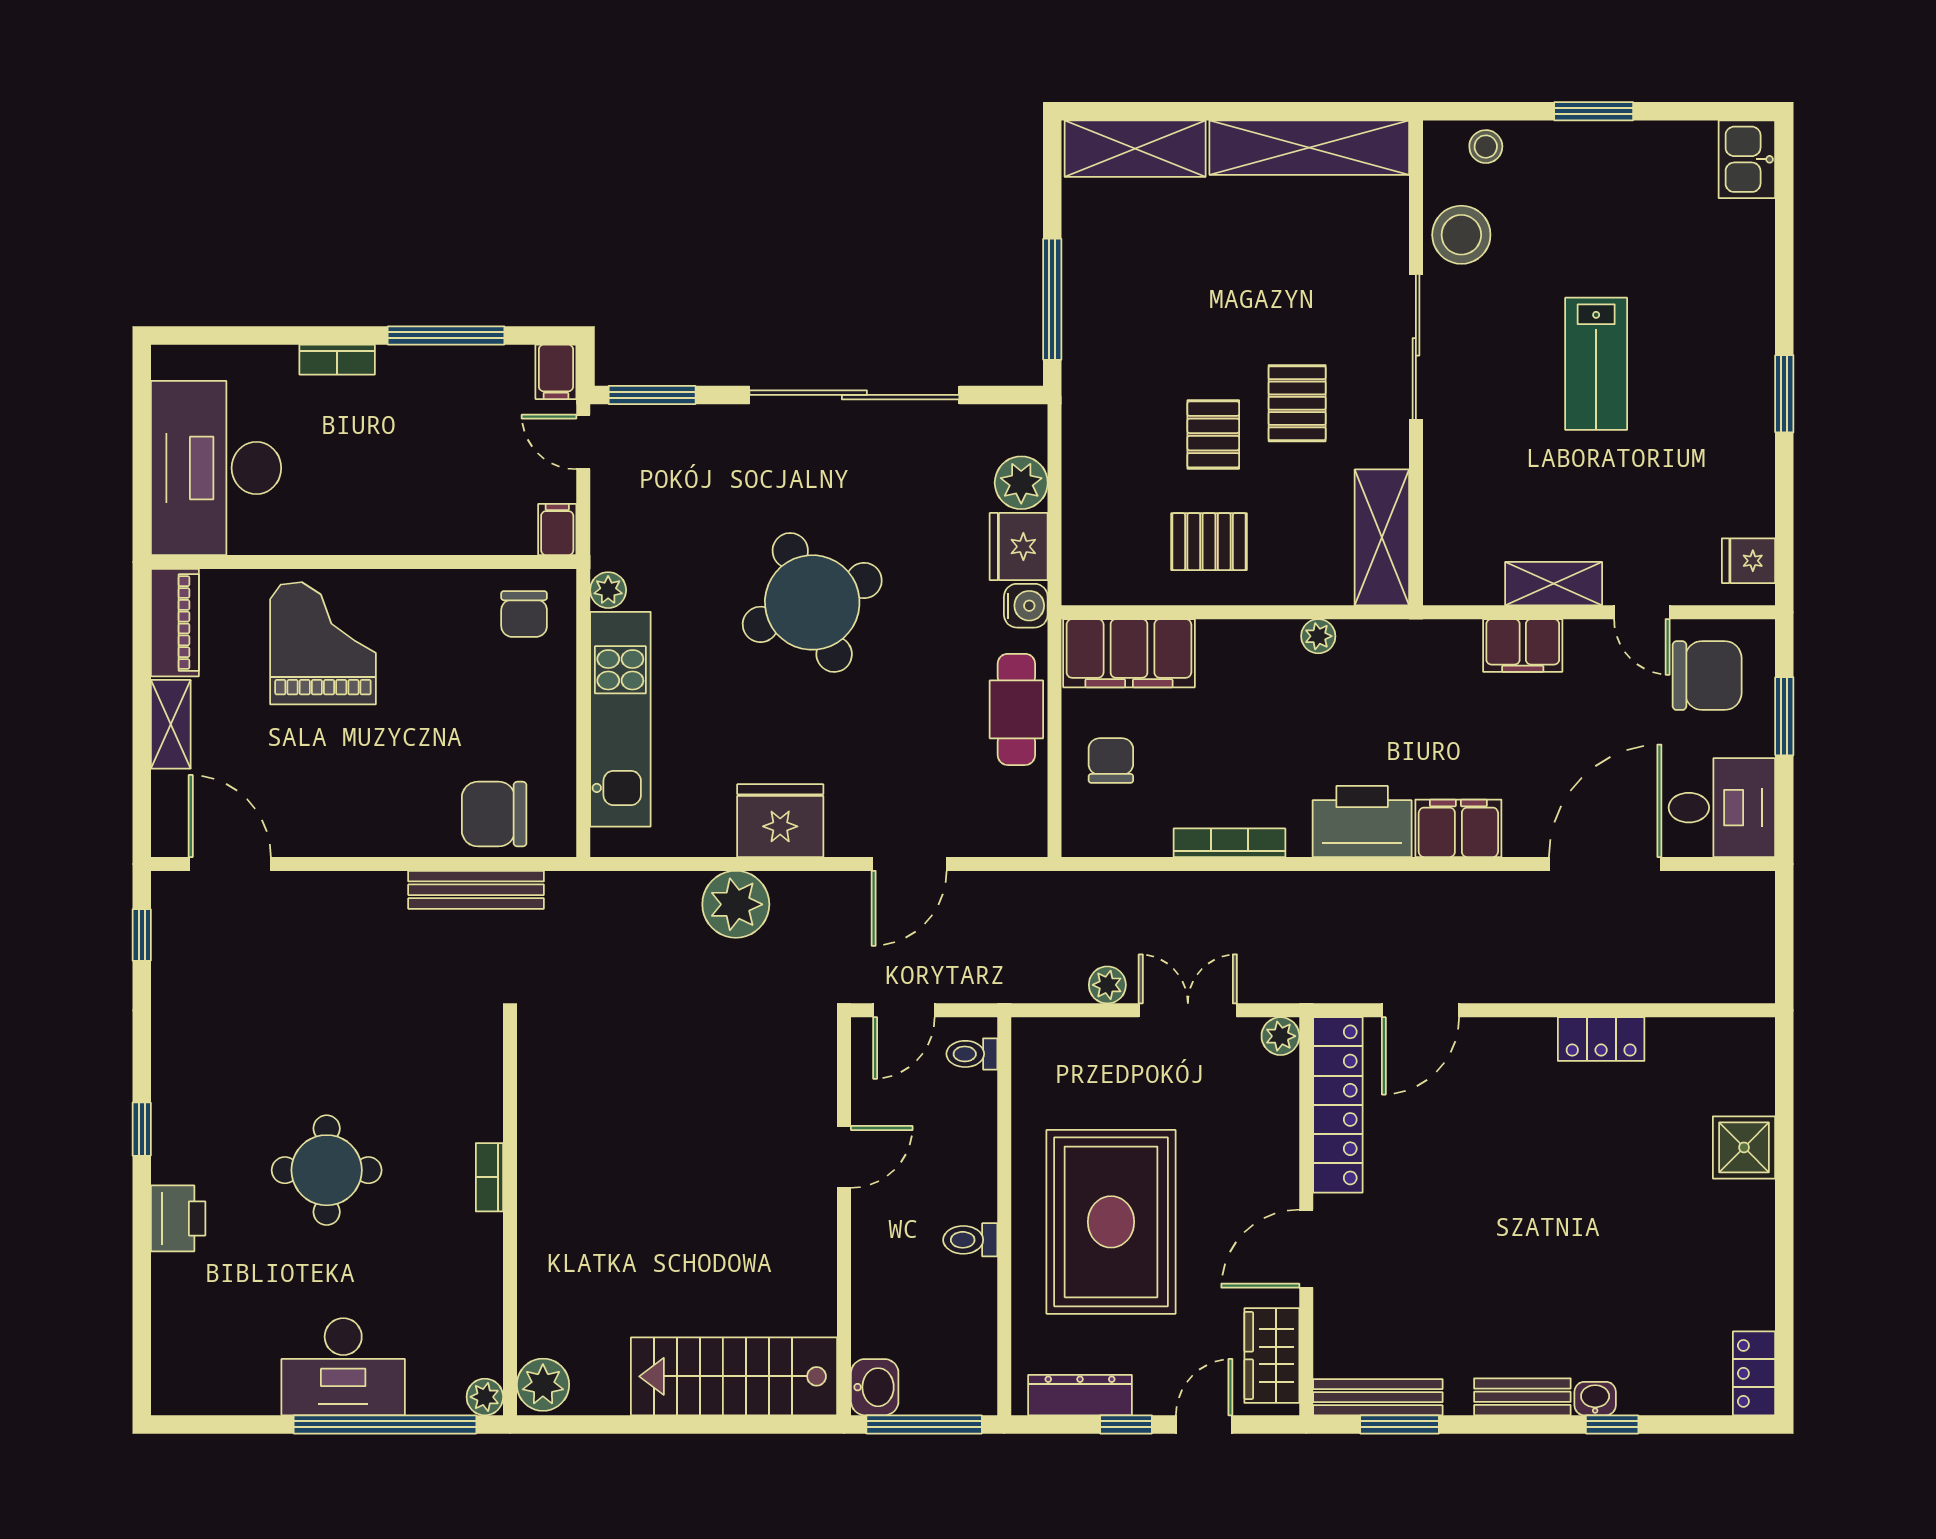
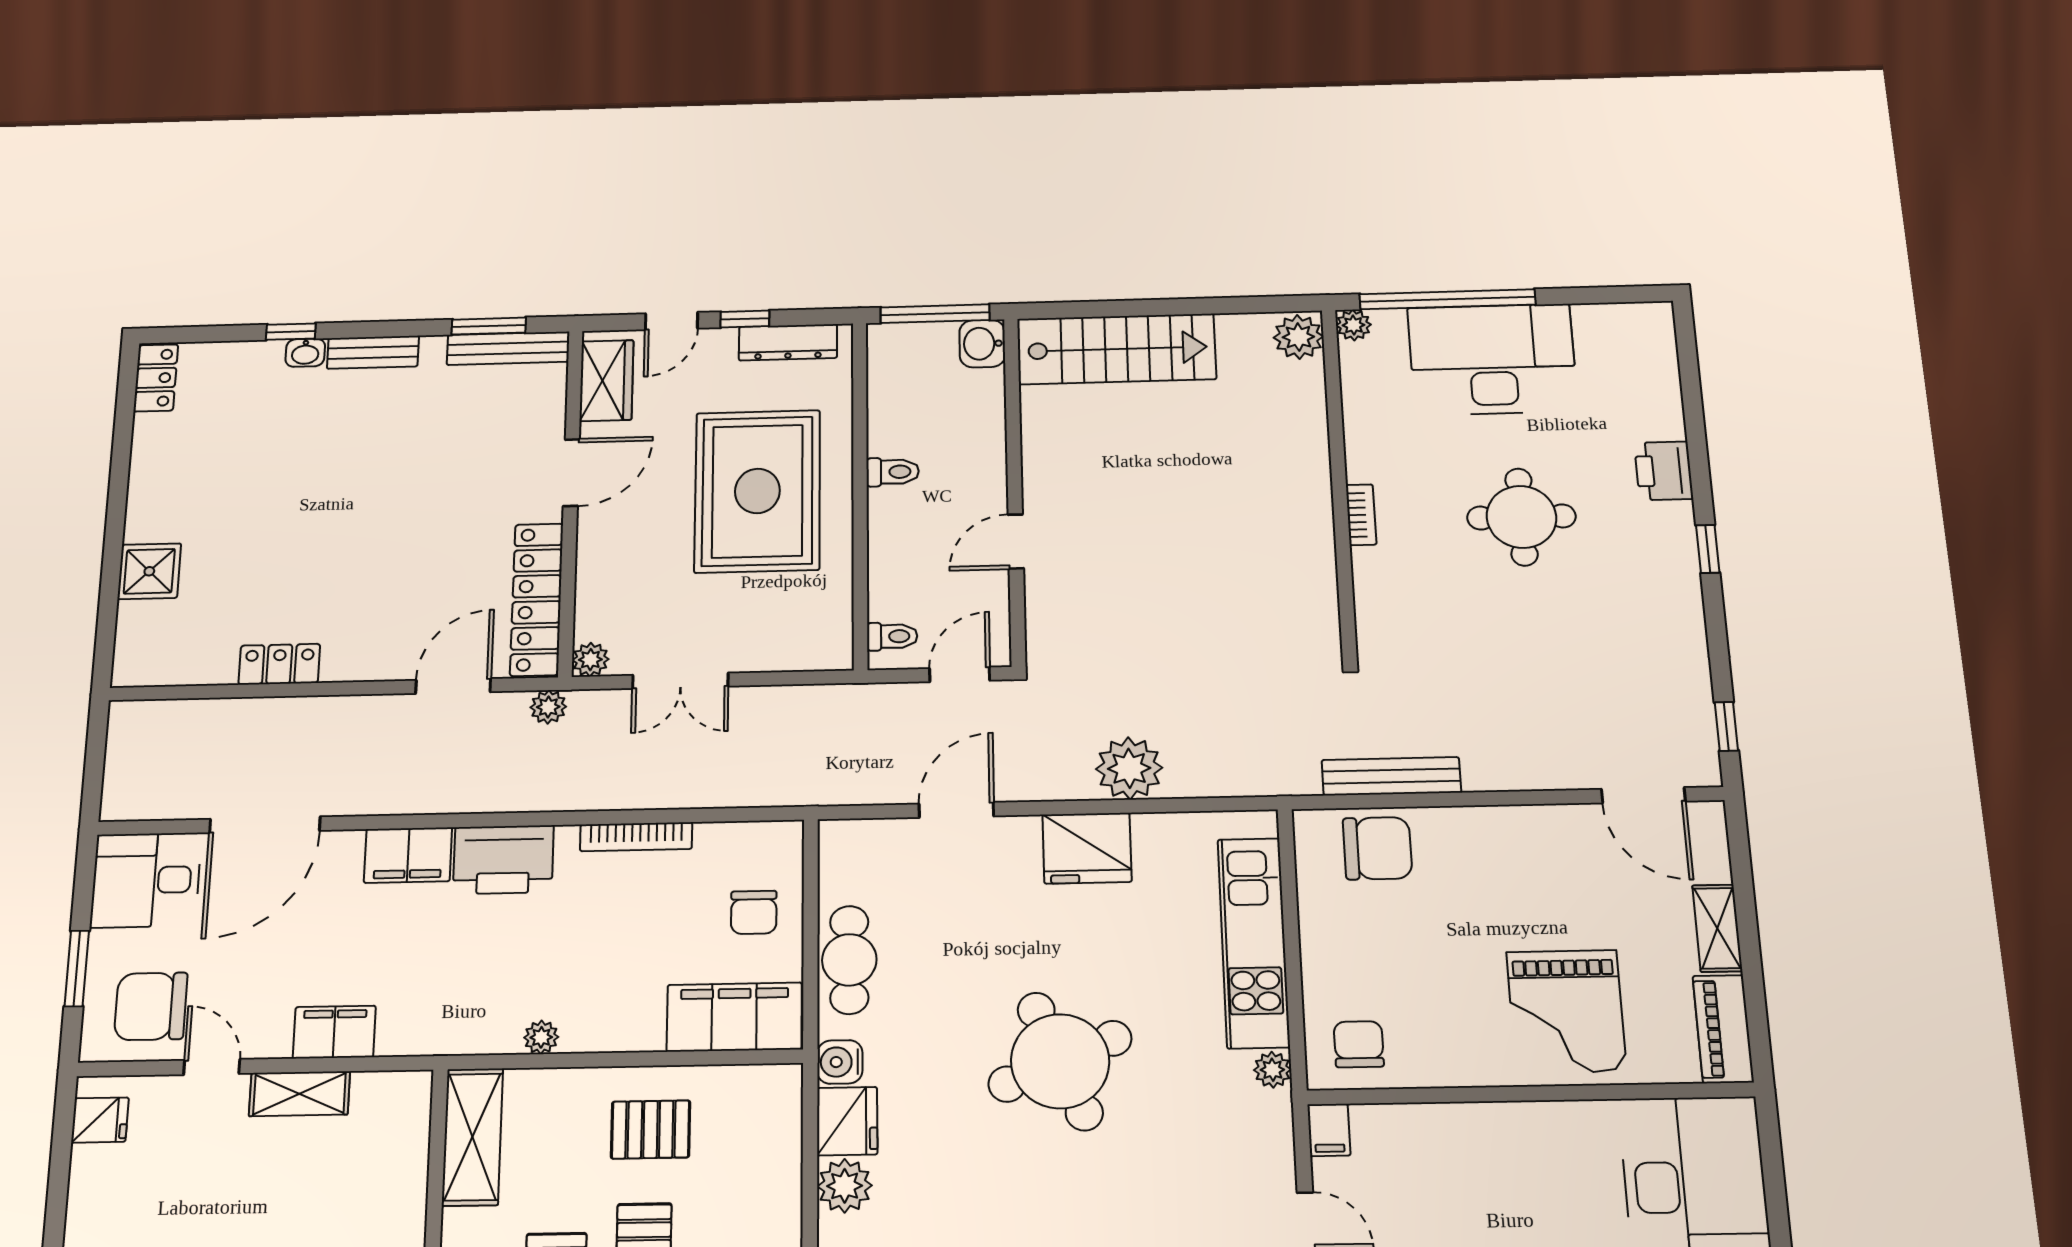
plant: (1107, 985) -> (548, 707), moved
desk: (343, 1367) -> (1492, 359), width x1.36, depth x1.30

